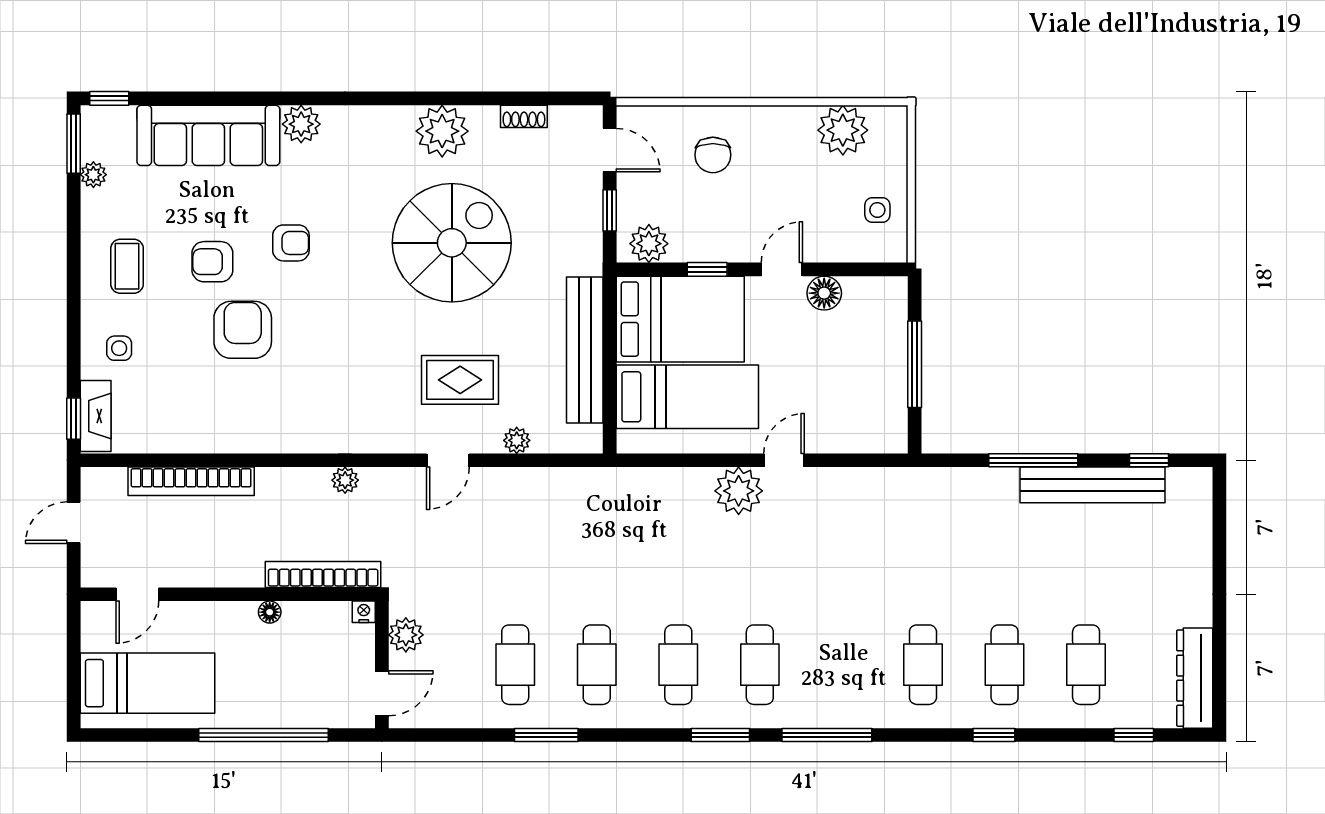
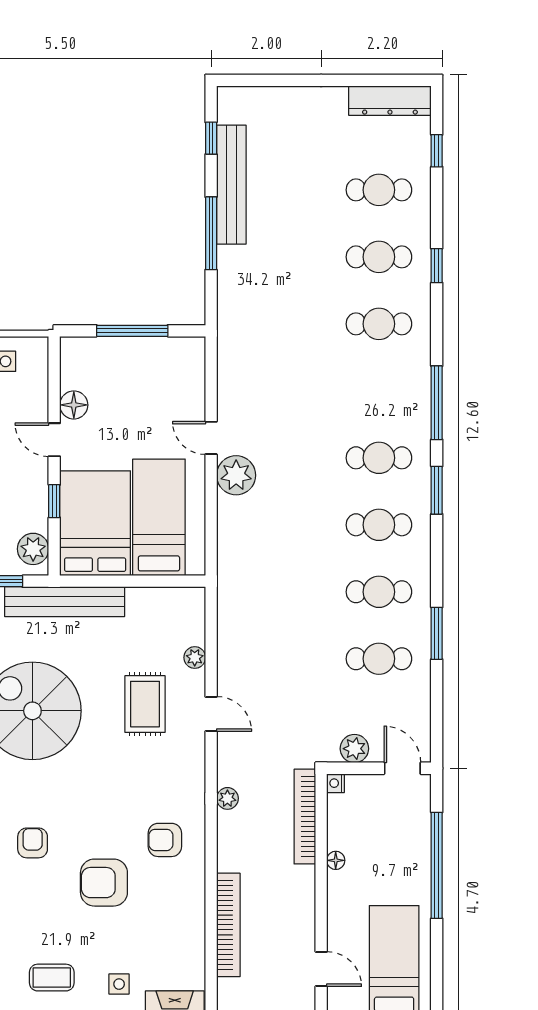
armchair: (212, 262) -> (165, 840), moved, turned 90
bench: (585, 350) -> (65, 602), moved

